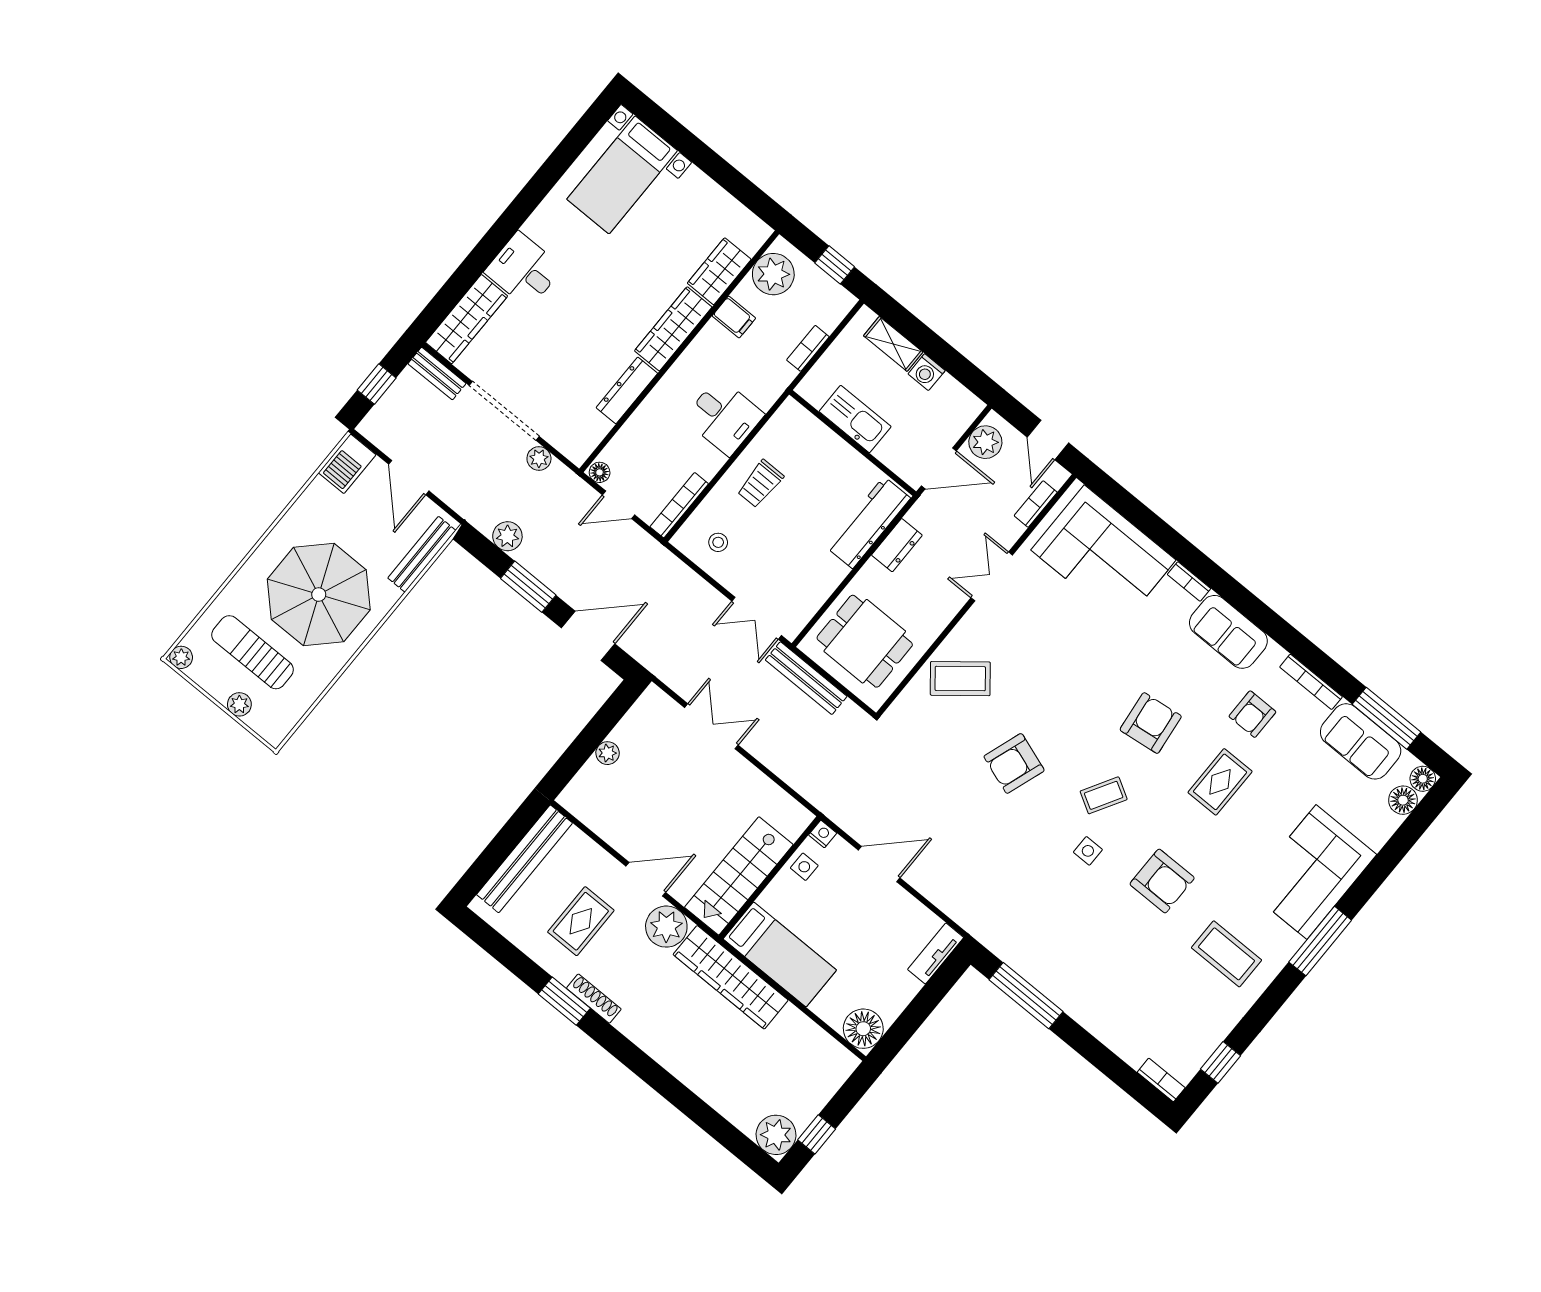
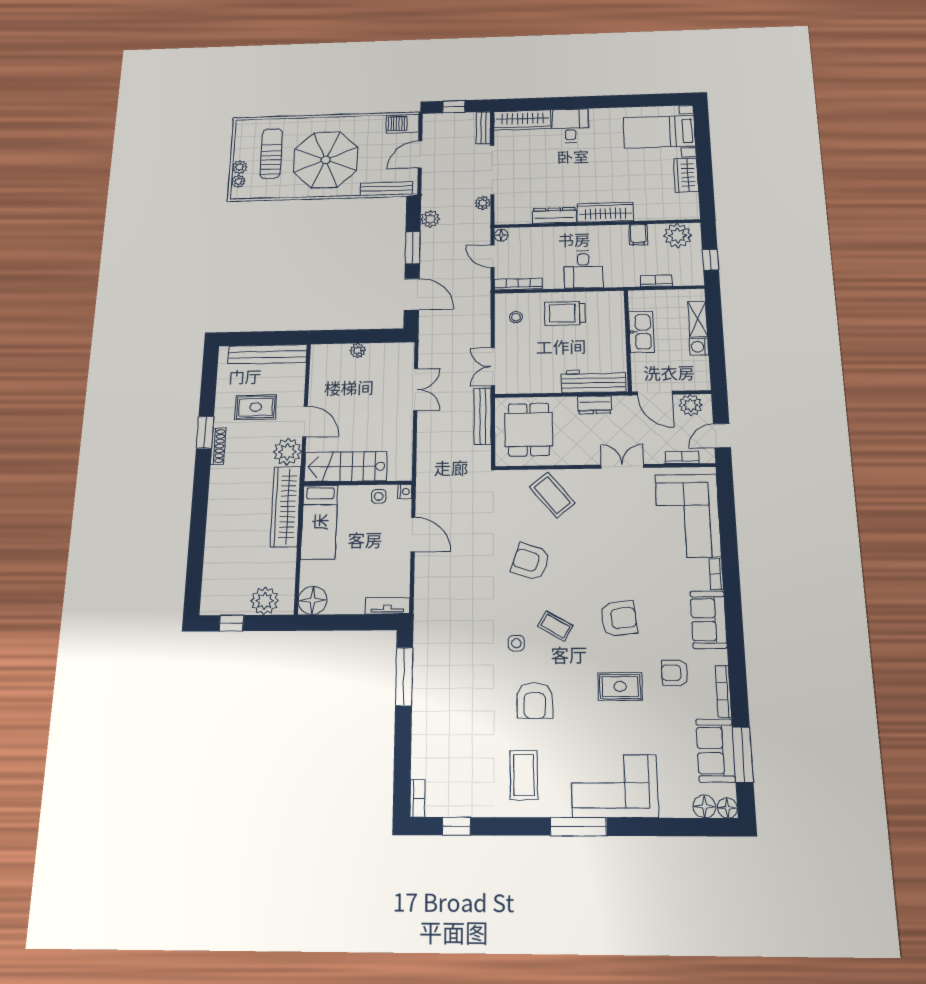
wardrobe: (719, 271) -> (686, 175), moved, turned -90
trolley: (760, 484) -> (565, 313), width x1.36, depth x1.39
plant: (181, 657) -> (238, 181), moved
plant: (776, 1135) -> (265, 601), moved

